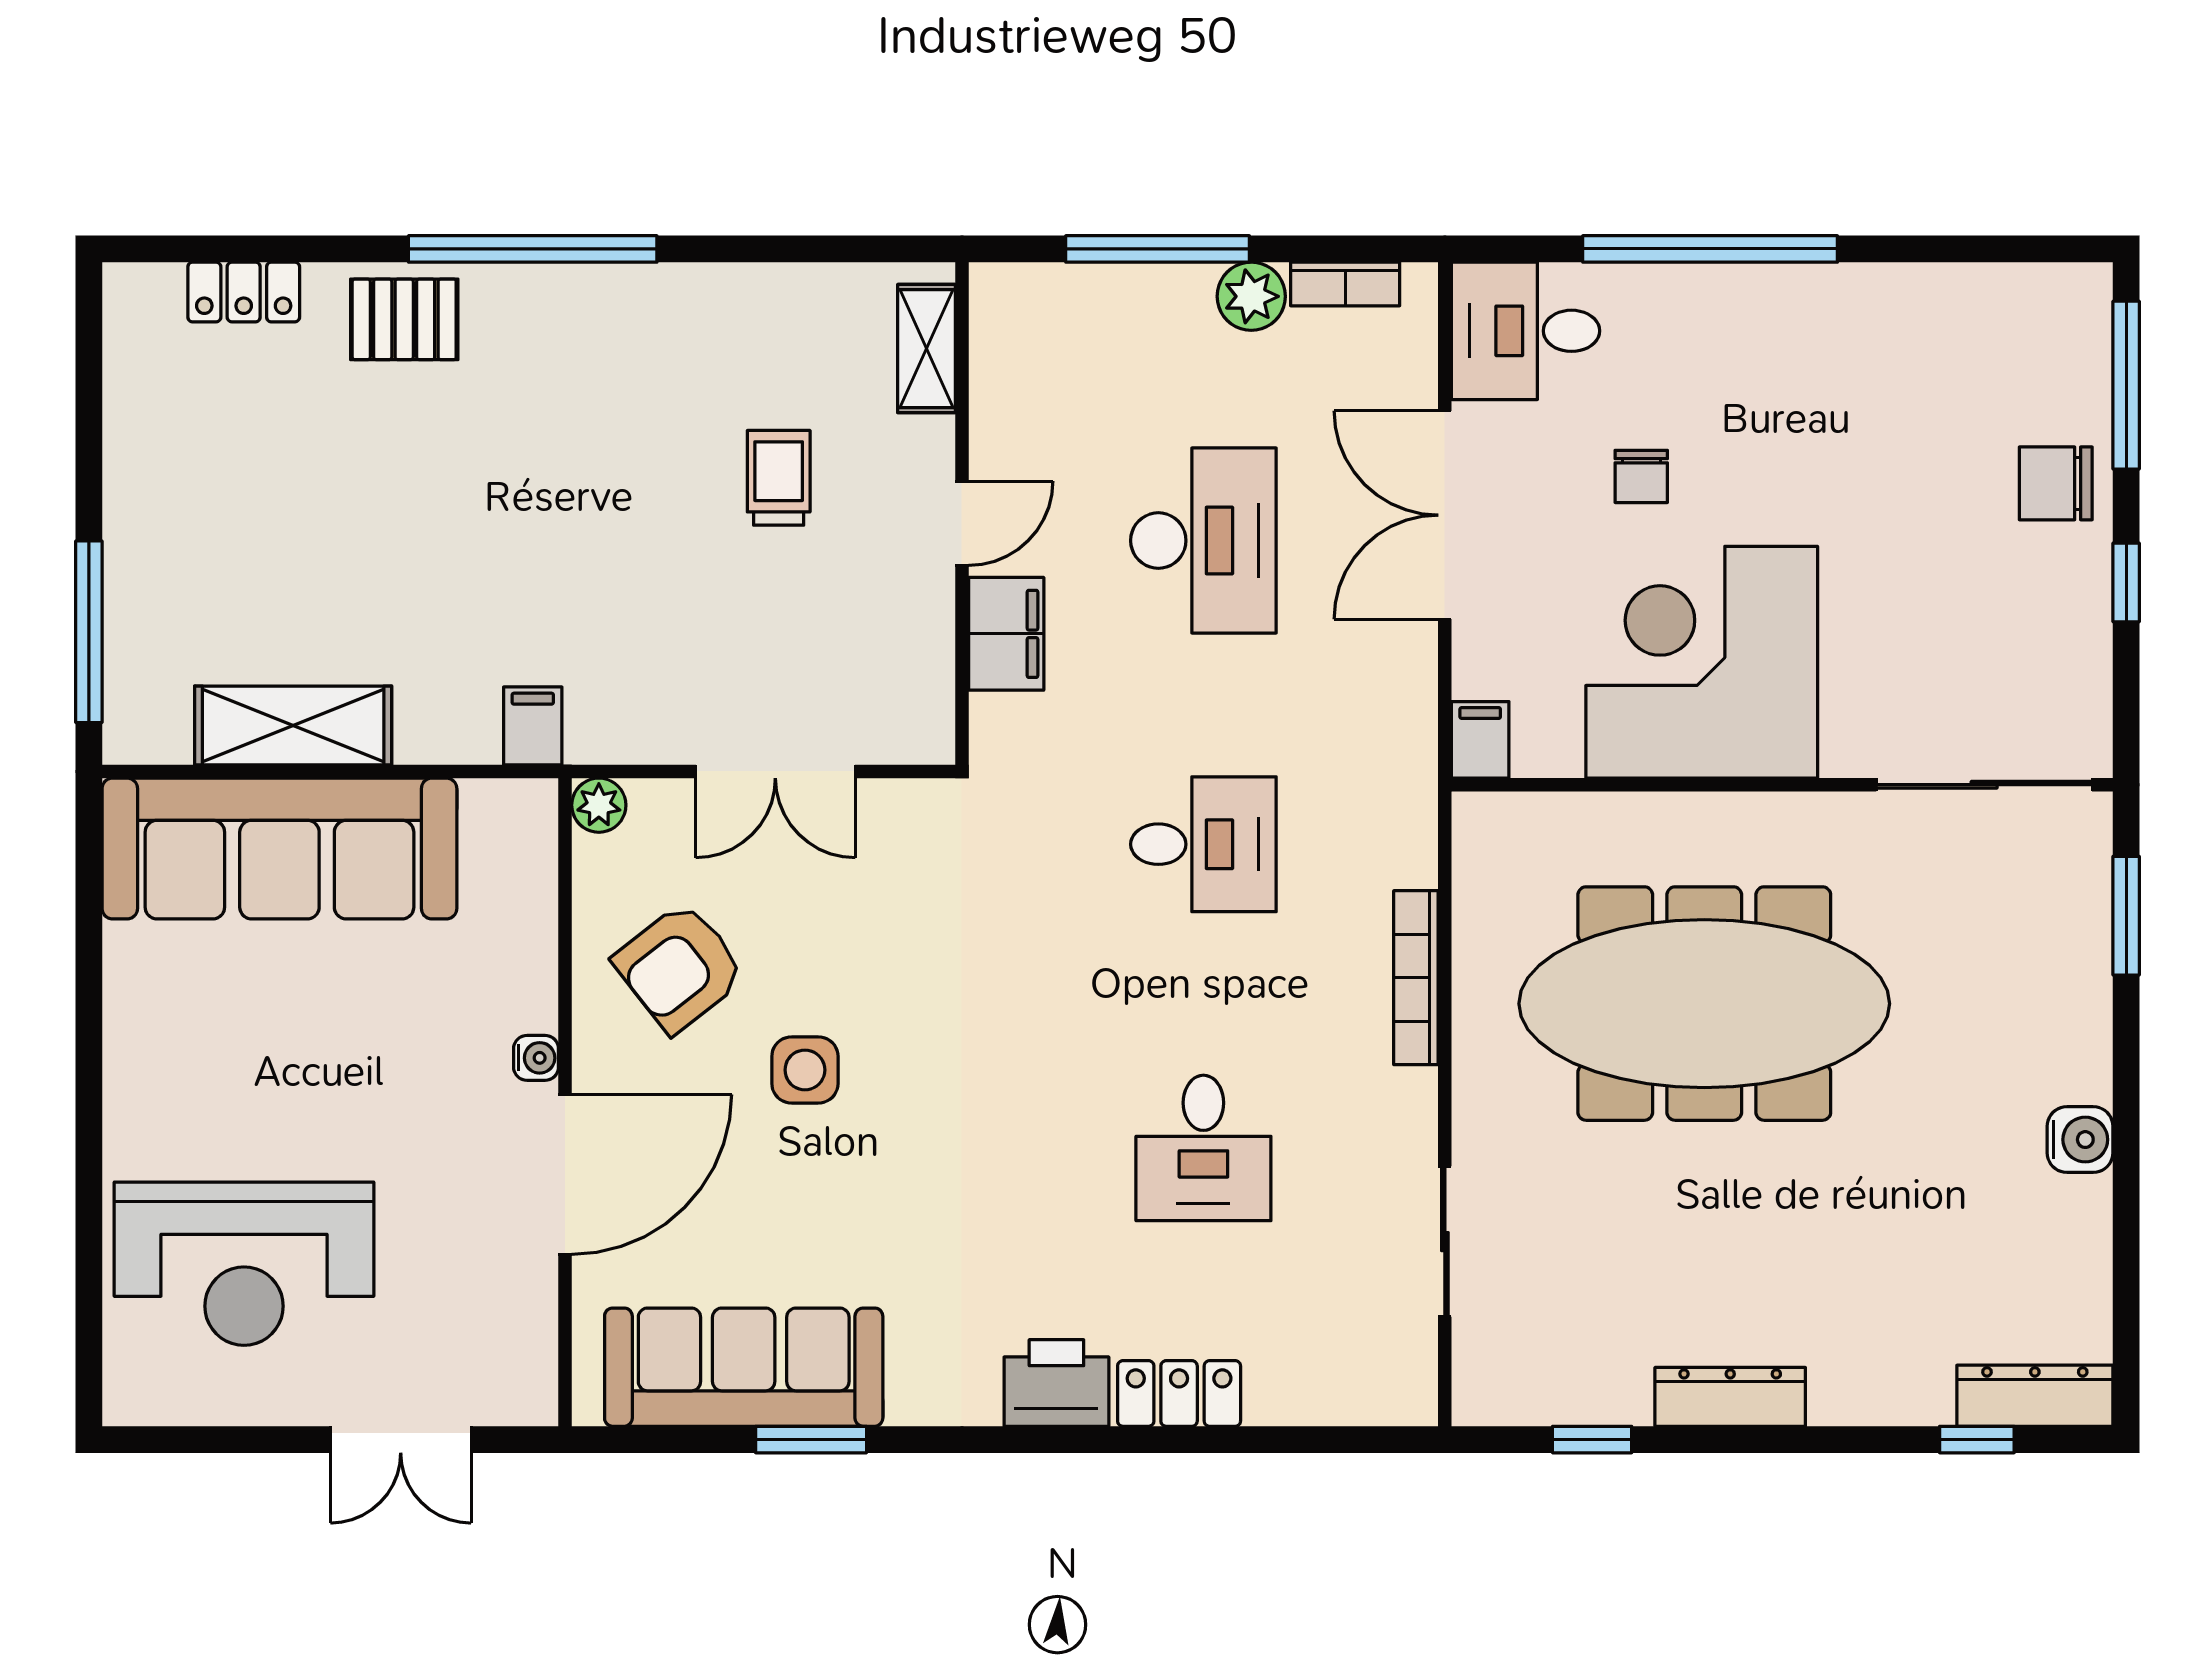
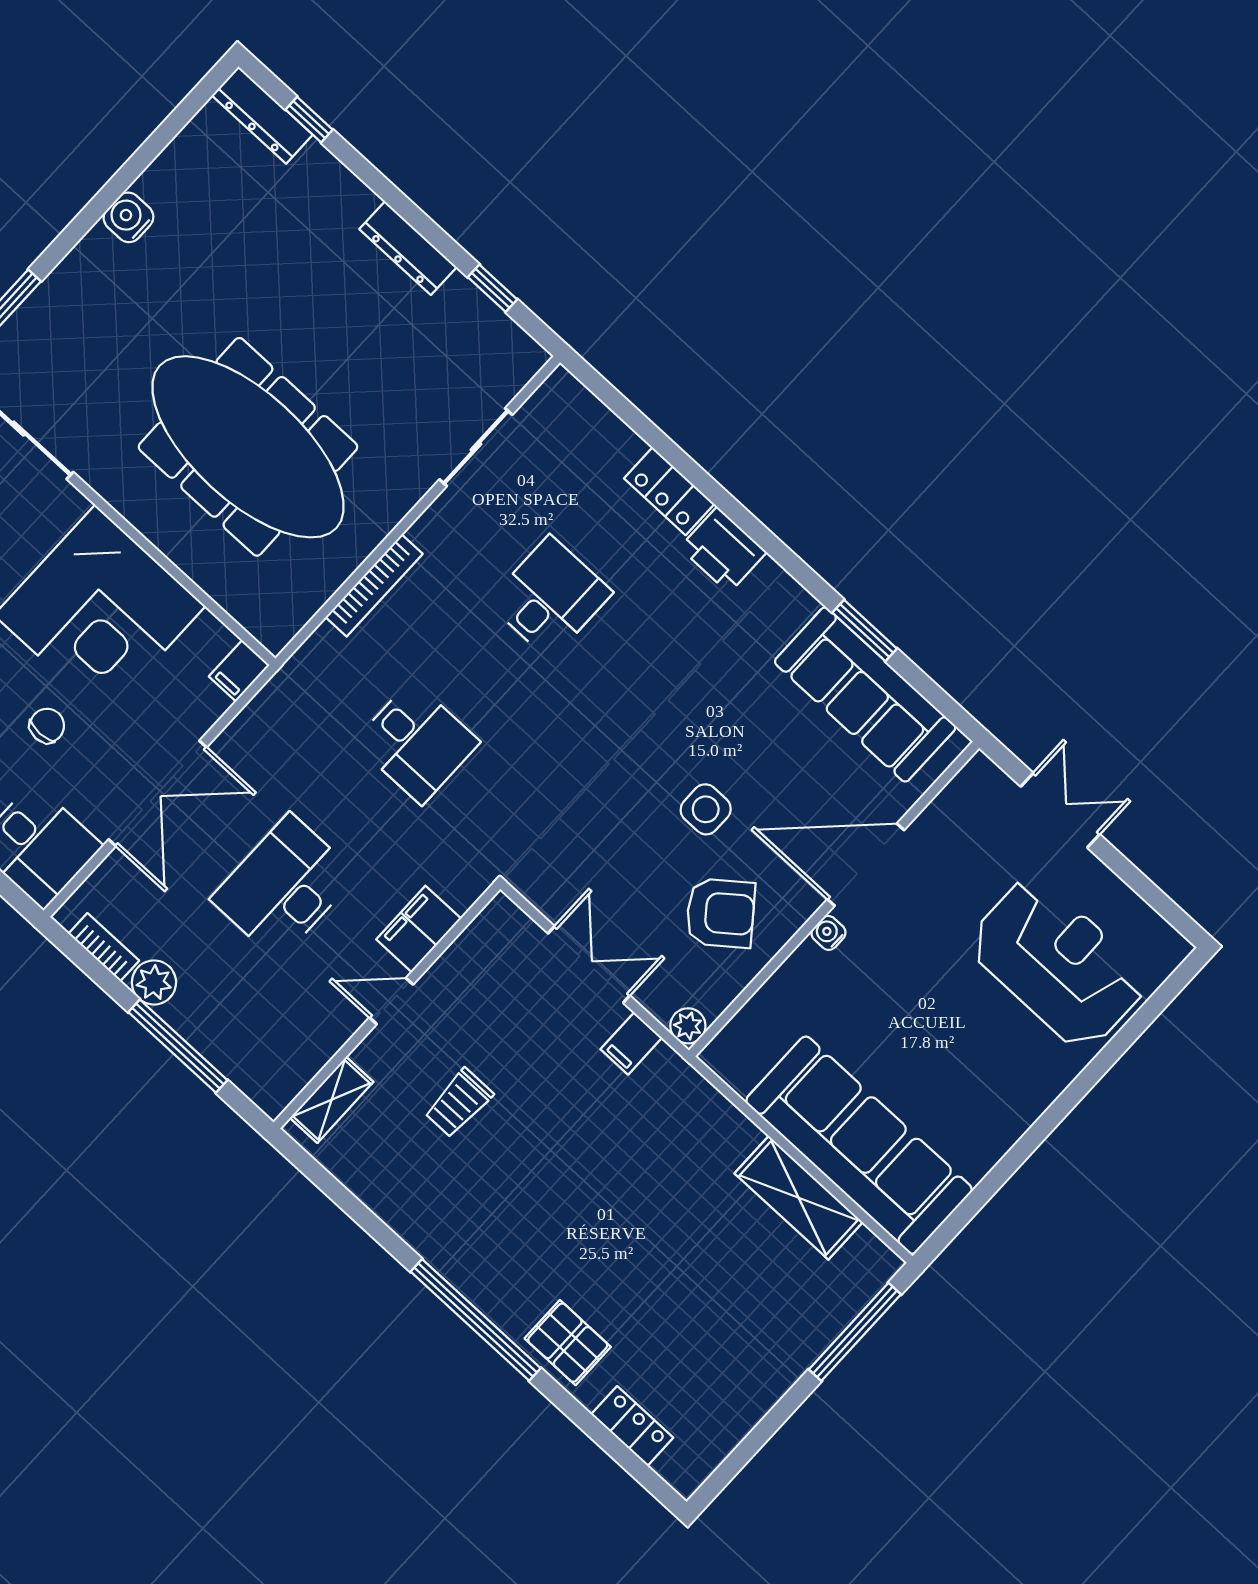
filing cabinet: (533, 726) -> (631, 1043), moved
desk: (1203, 844) -> (417, 742), turned 180

